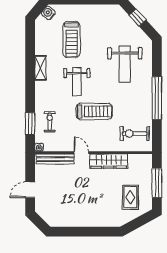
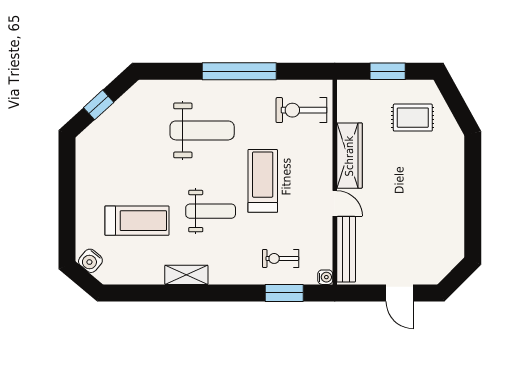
weight bench: (125, 64) -> (202, 130), moved
exercise bike: (135, 134) -> (301, 110), turned 90
door: (81, 153) -> (335, 203), swing flipped
window: (157, 183) -> (388, 71), width x0.69

